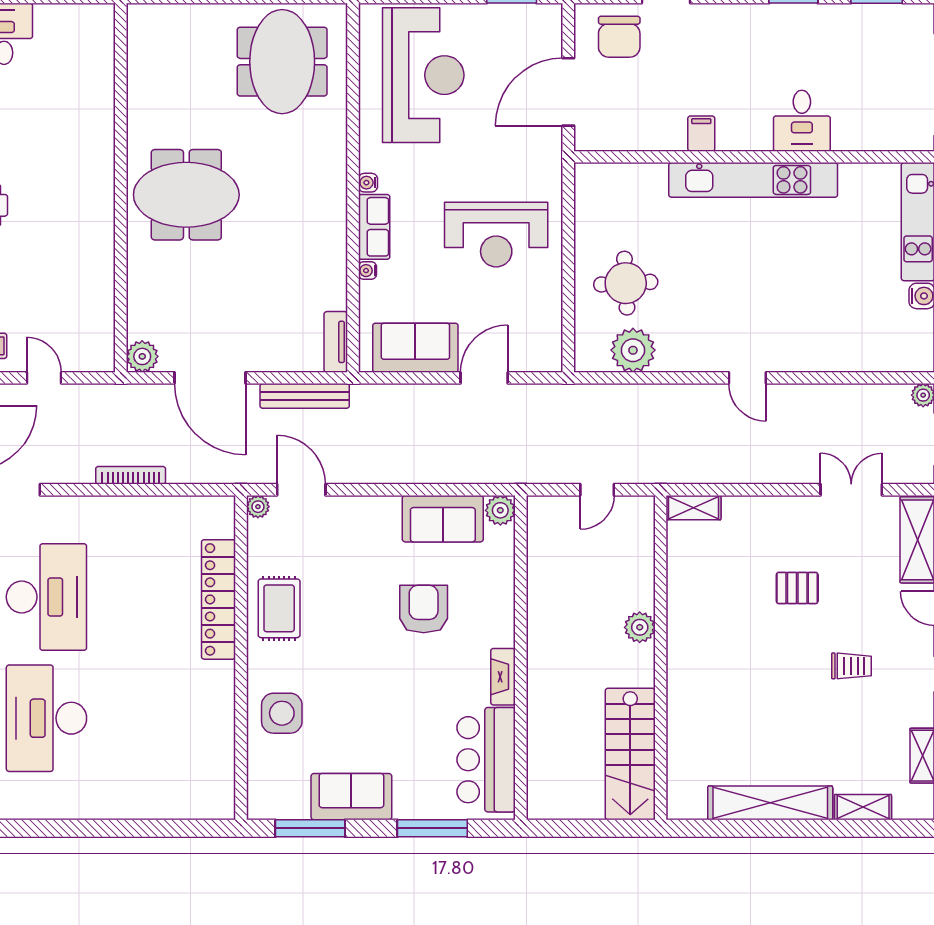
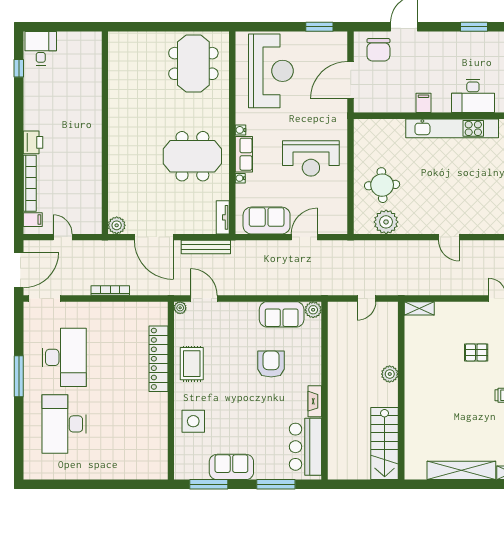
desk: (802, 121) -> (473, 96), width x1.37
meeting table: (186, 195) -> (192, 156), moved

